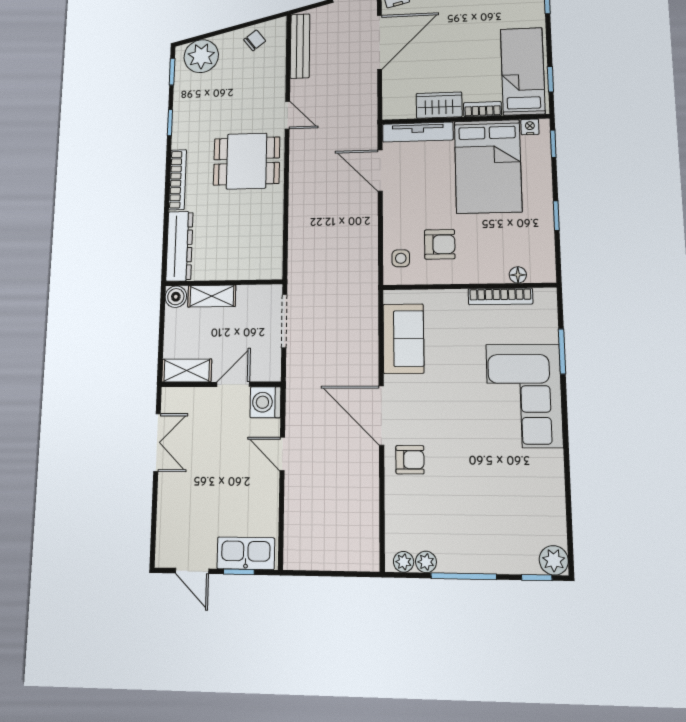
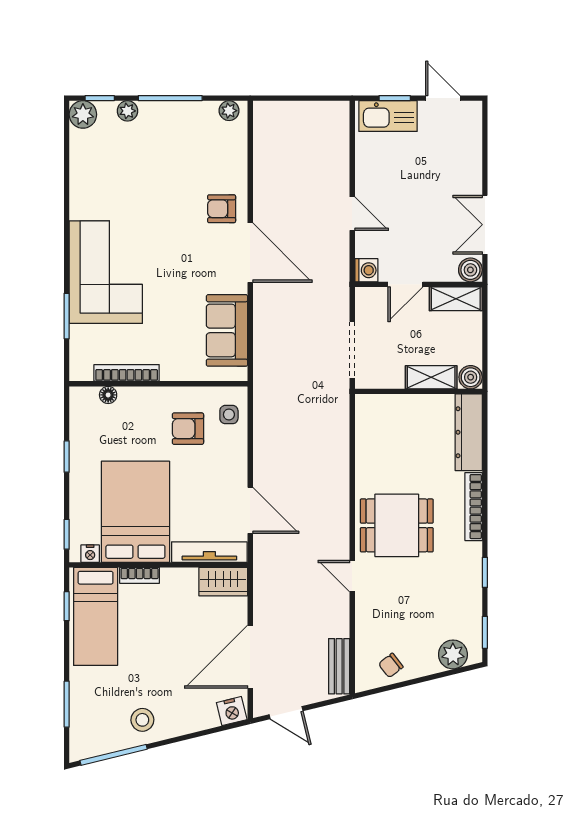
bench: (300, 46) -> (339, 666), width x0.73
plant: (201, 56) -> (453, 654), width x0.73, depth x0.73
wardrobe: (439, 105) -> (223, 582), moved
boiler: (172, 398) -> (470, 270), added
washing machine: (265, 402) -> (366, 270), width x0.73, depth x0.73
plant: (426, 562) -> (127, 111), moved

